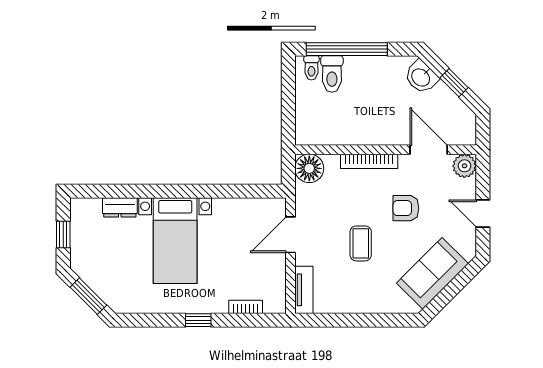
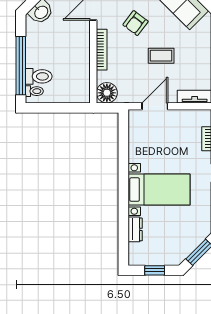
armchair: (406, 208) -> (136, 23), turned 37
door: (291, 235) -> (155, 106), swing flipped

